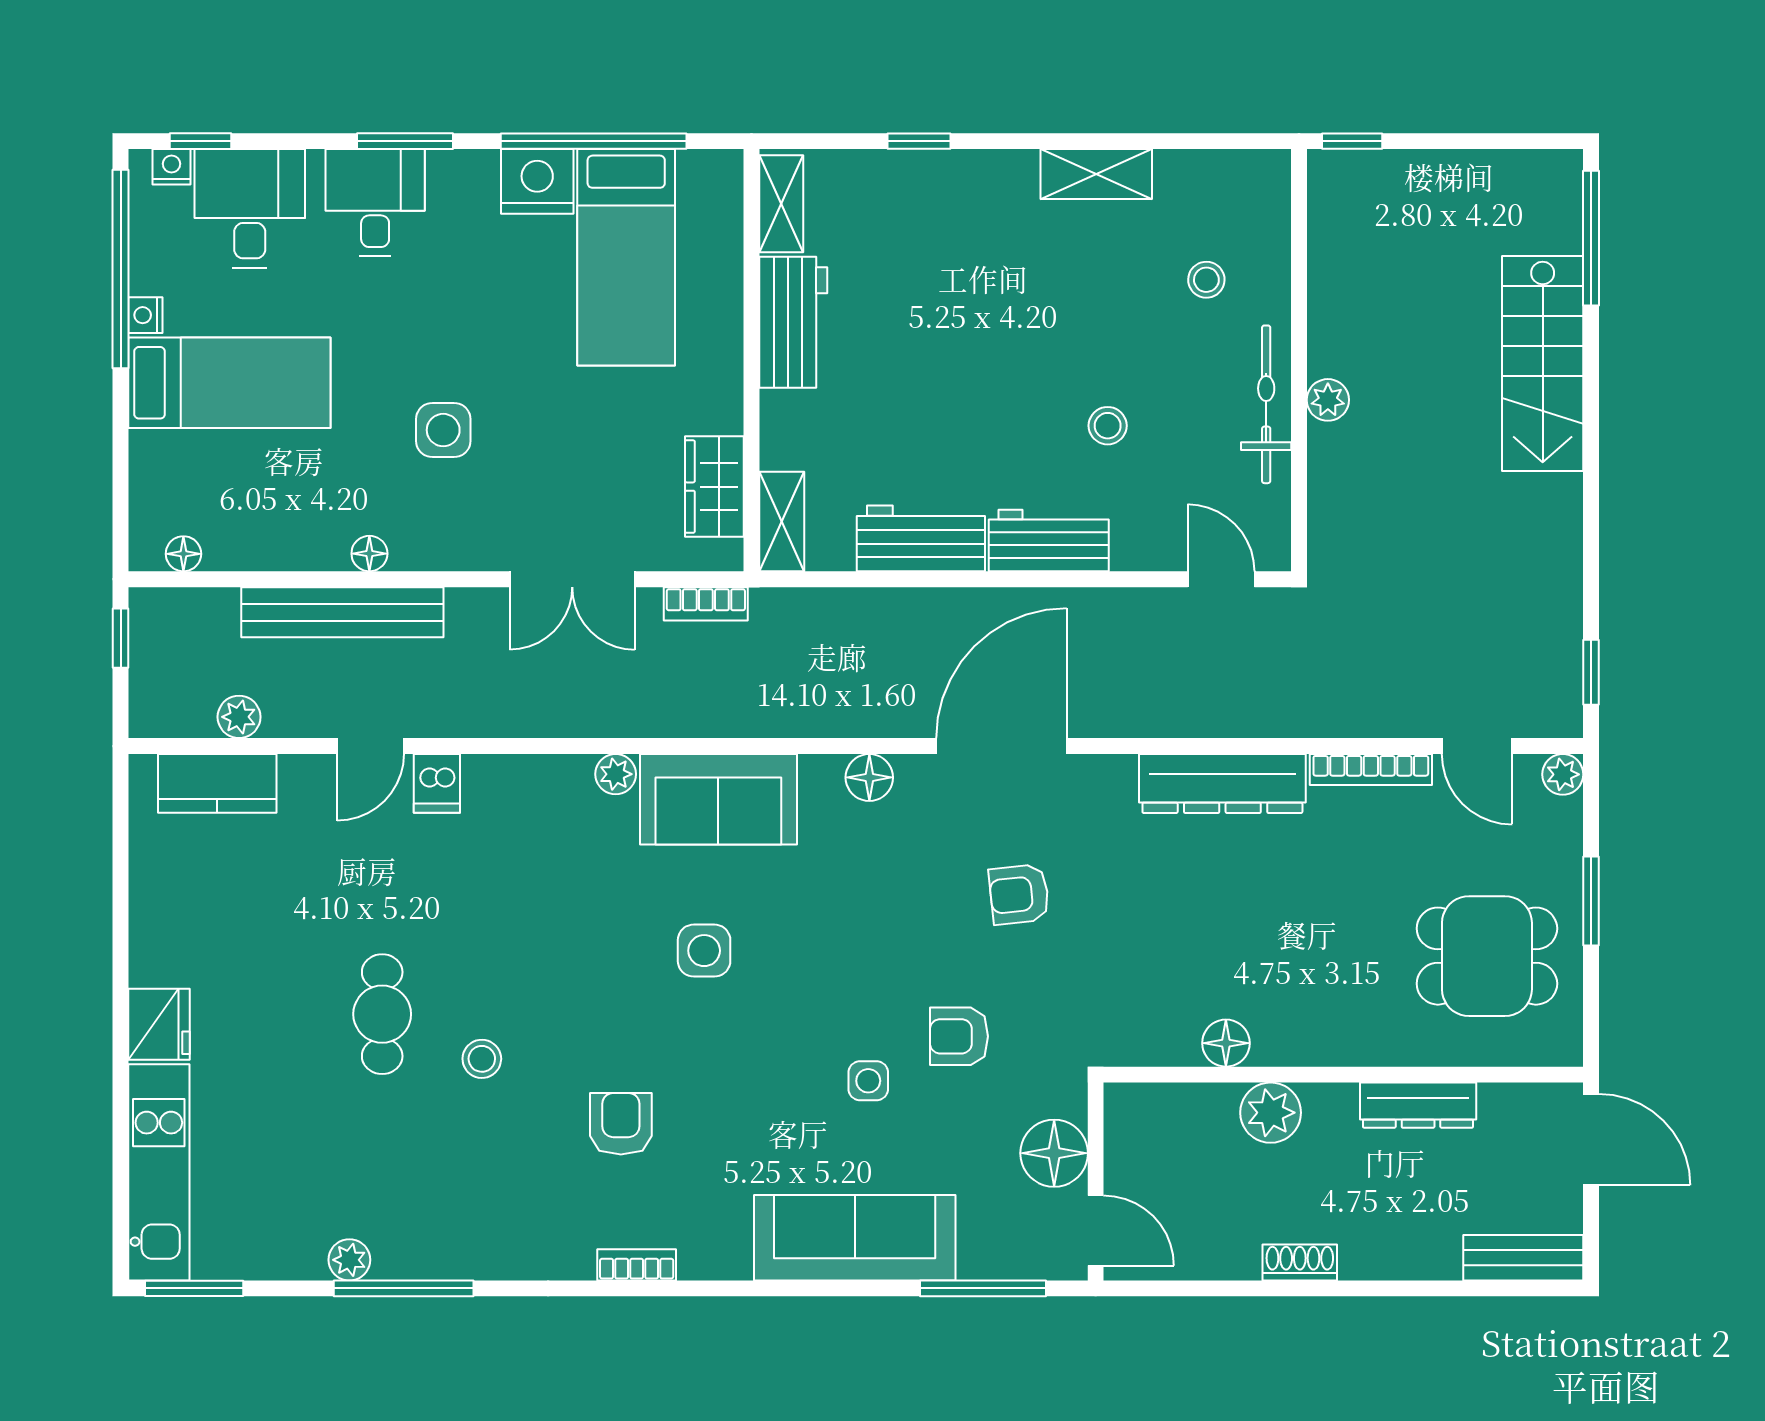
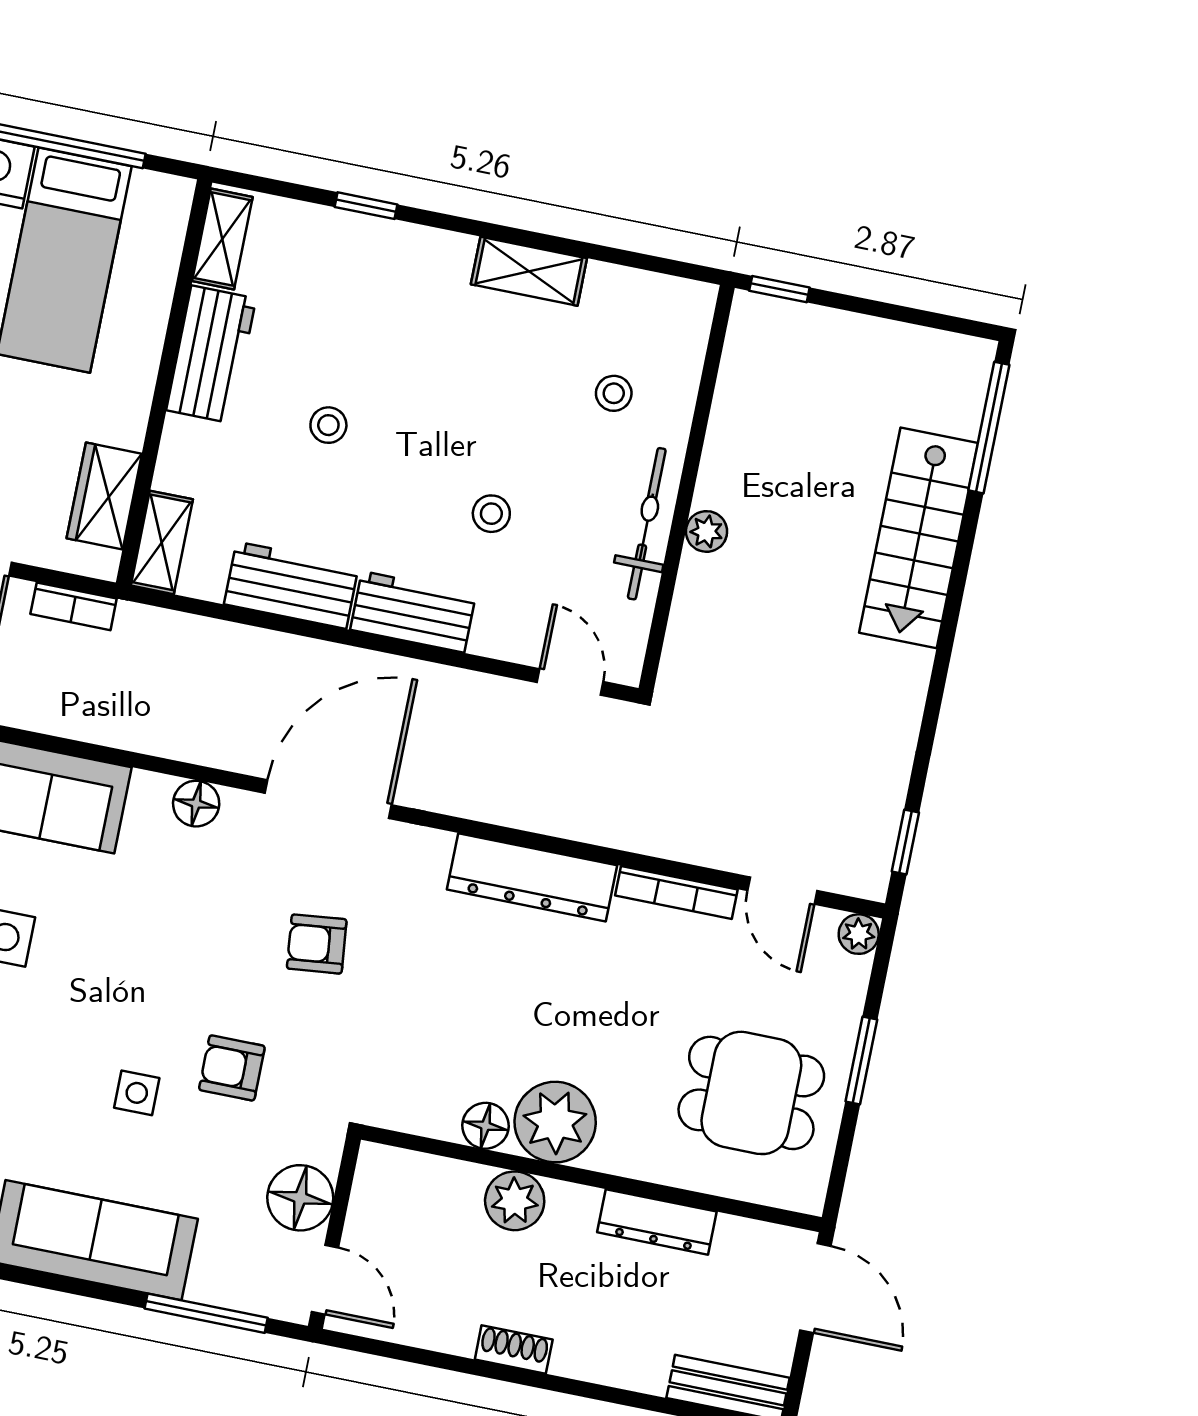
stool: (926, 370) -> (328, 425), added
plant: (1295, 1025) -> (555, 1122), added

